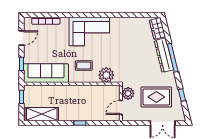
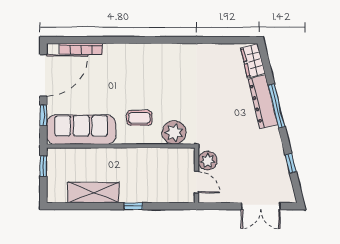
corner sofa: (89, 32) -> (148, 65), removed
door: (21, 38) -> (43, 75), width x1.87
rug: (156, 97) -> (251, 166), removed
door: (121, 107) -> (197, 182), swing flipped
shelving: (42, 114) -> (93, 193), moved

